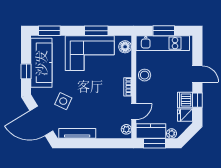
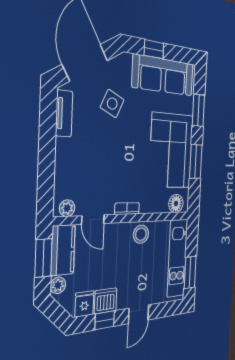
window: (49, 31) -> (198, 110), moved
window: (164, 31) -> (190, 272), moved
tv unit: (77, 133) -> (64, 113), width x0.71

